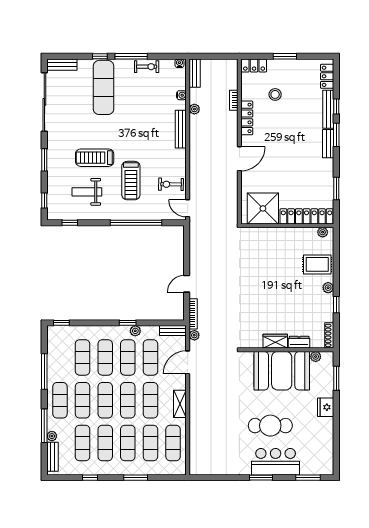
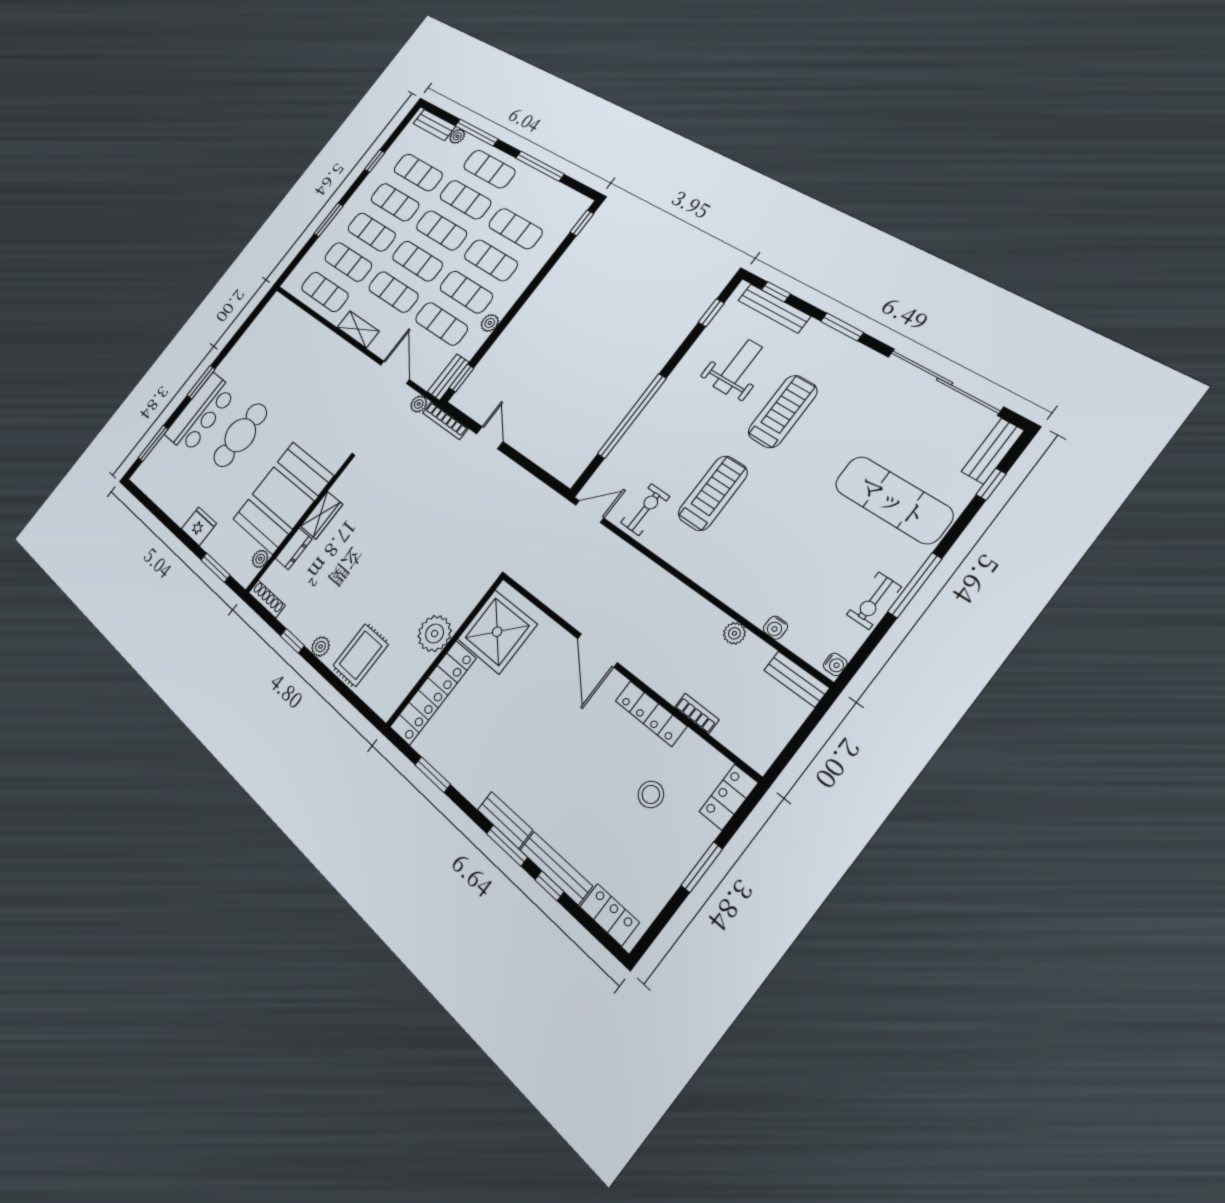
window: (100, 56) -> (991, 484), moved
bench: (181, 129) -> (774, 308), moved
treadmill: (131, 181) -> (713, 493), moved, turned 90
plant: (323, 232) -> (435, 634), moved, width x1.88, depth x1.88
window: (128, 323) -> (462, 378), moved

